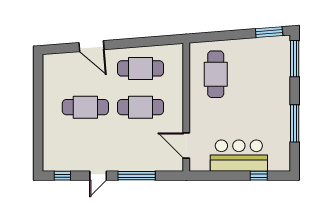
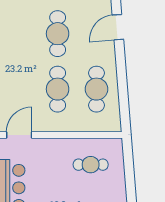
door: (92, 46) -> (118, 27), moved
cafe table: (216, 74) -> (91, 165), width x0.73, depth x0.74

